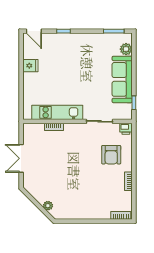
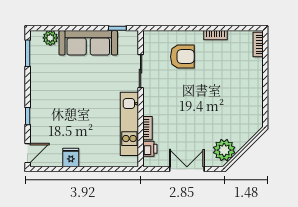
printer: (126, 129) -> (150, 149), moved
double door: (21, 158) -> (187, 169), swing flipped
plant: (48, 206) -> (224, 150), moved, width x1.88, depth x1.88

